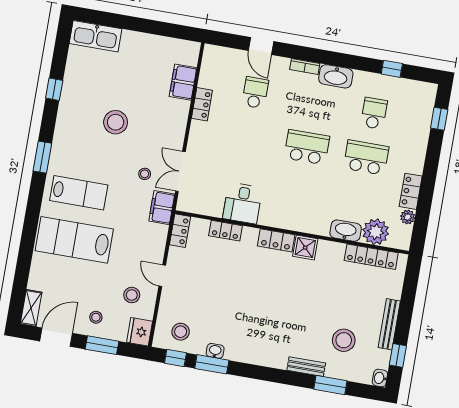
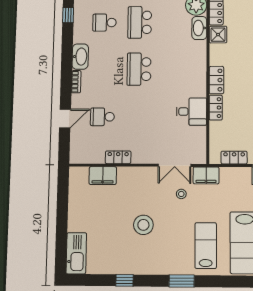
locker: (180, 231) -> (234, 158), moved
locker: (226, 231) -> (216, 108), moved
shower: (305, 248) -> (218, 35), moved

